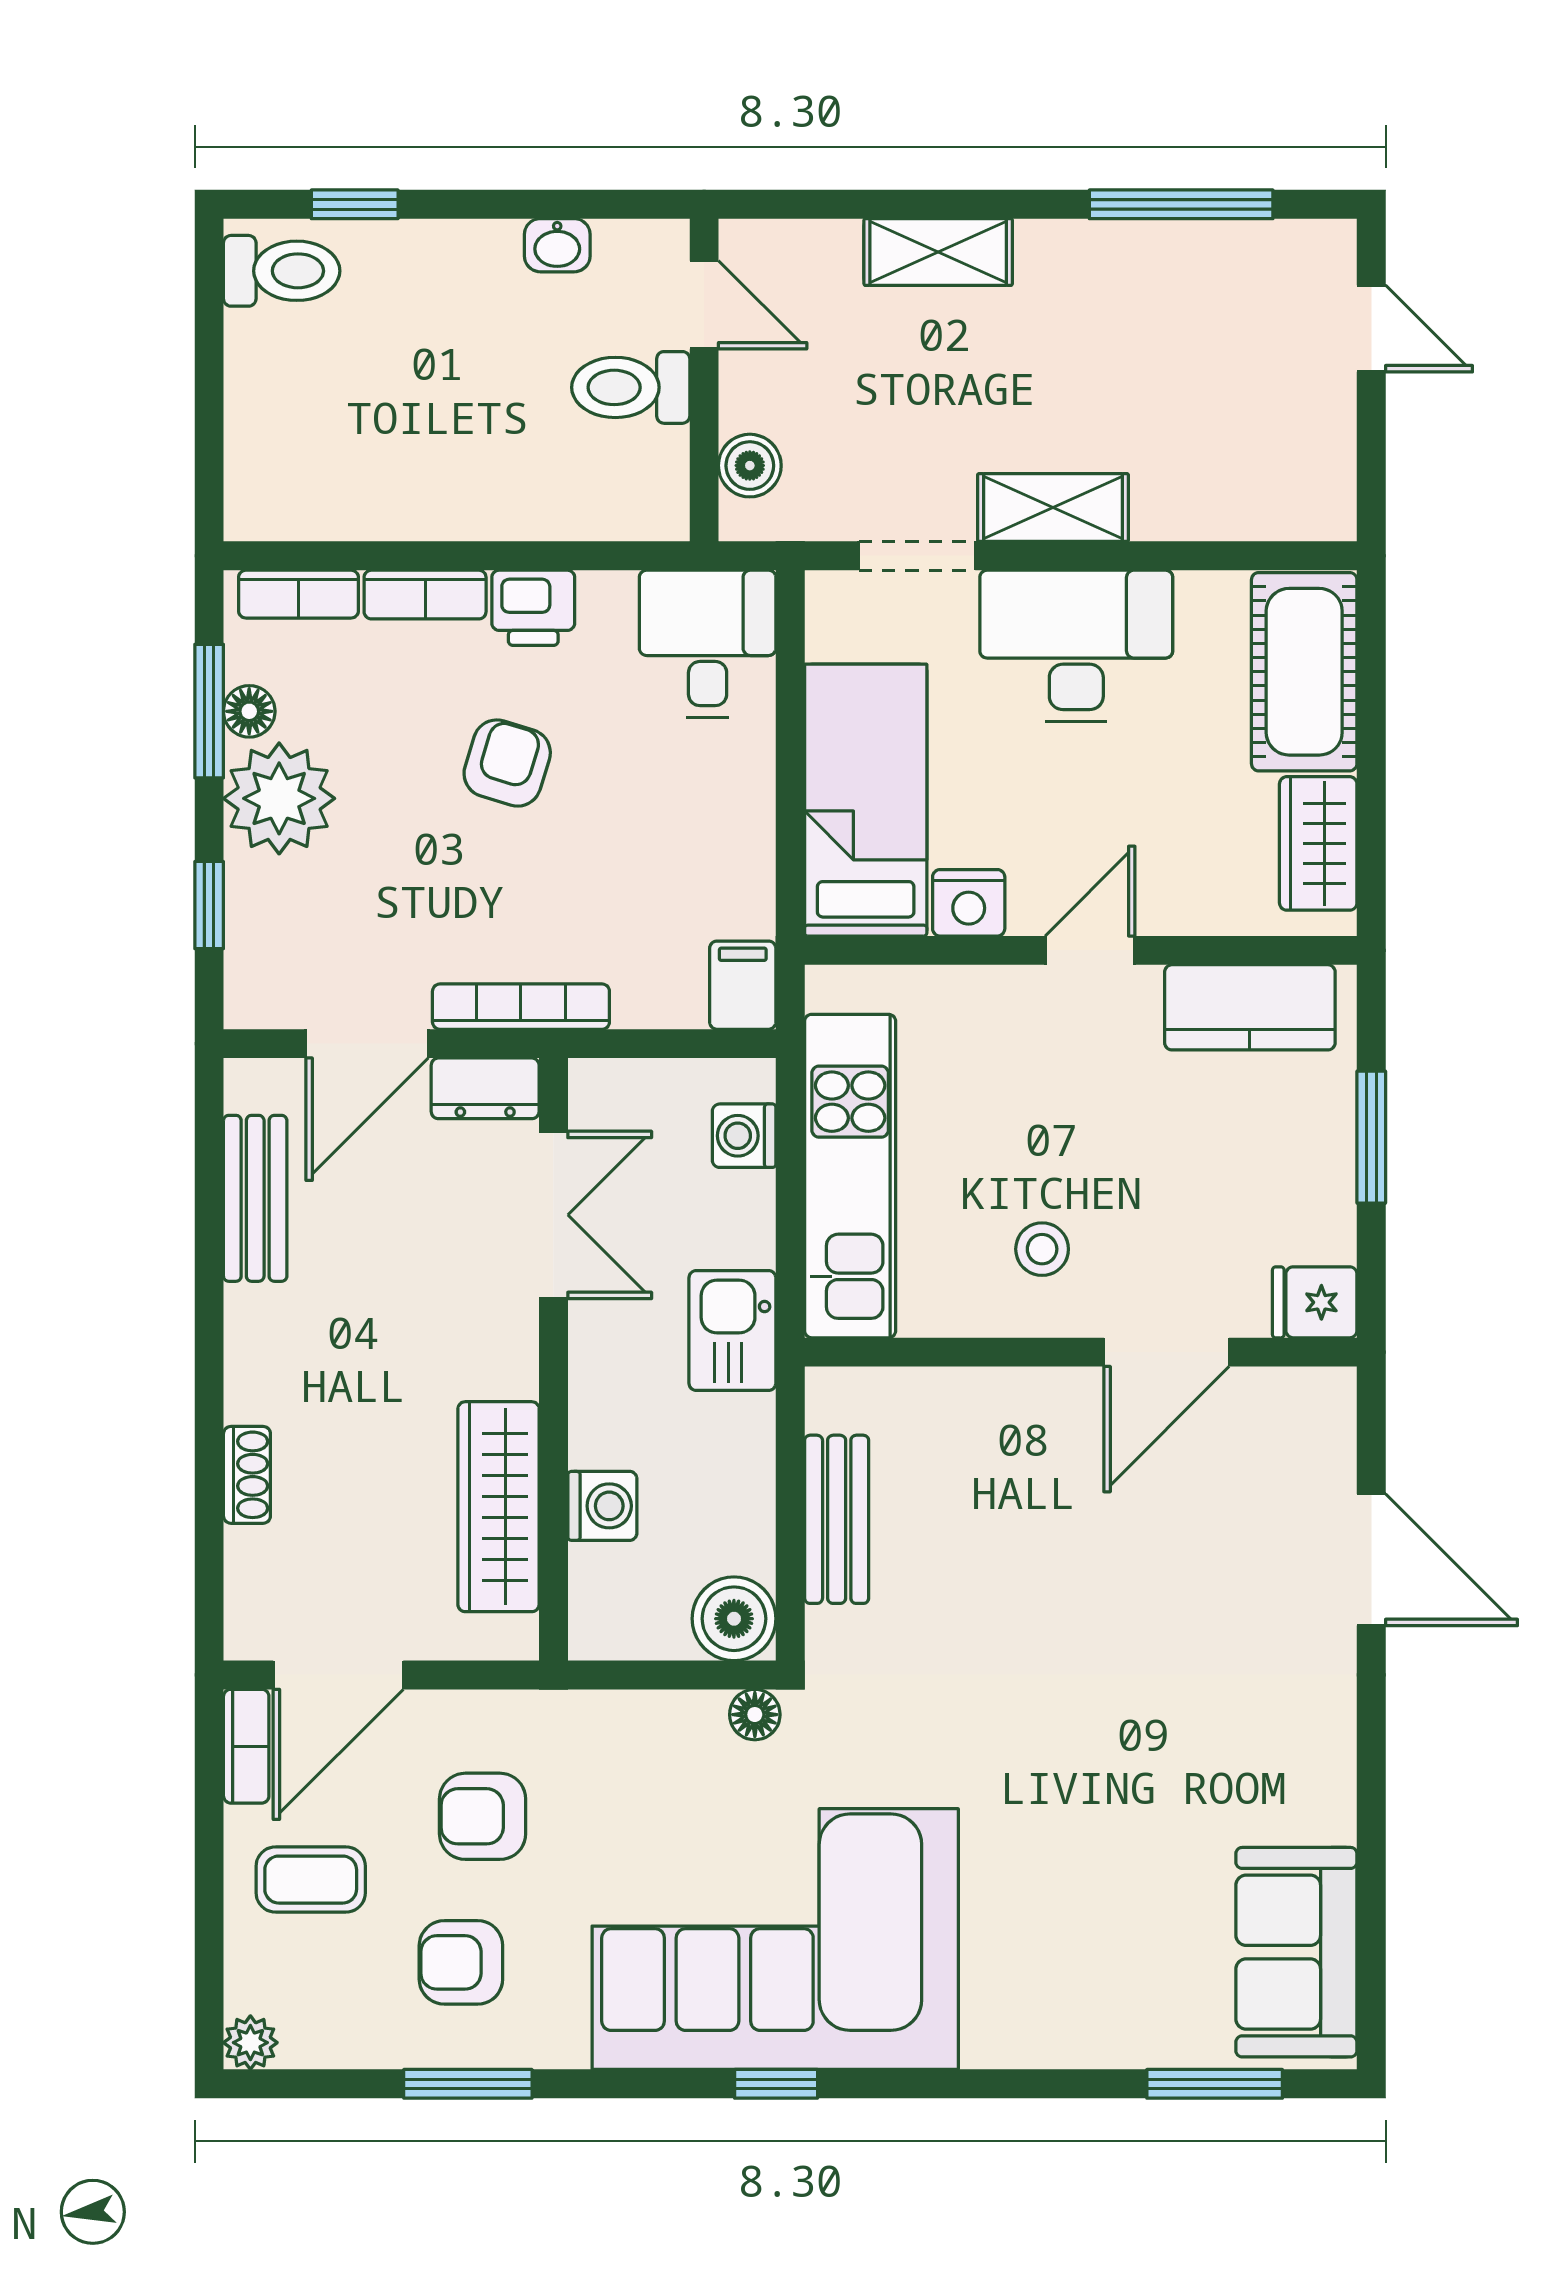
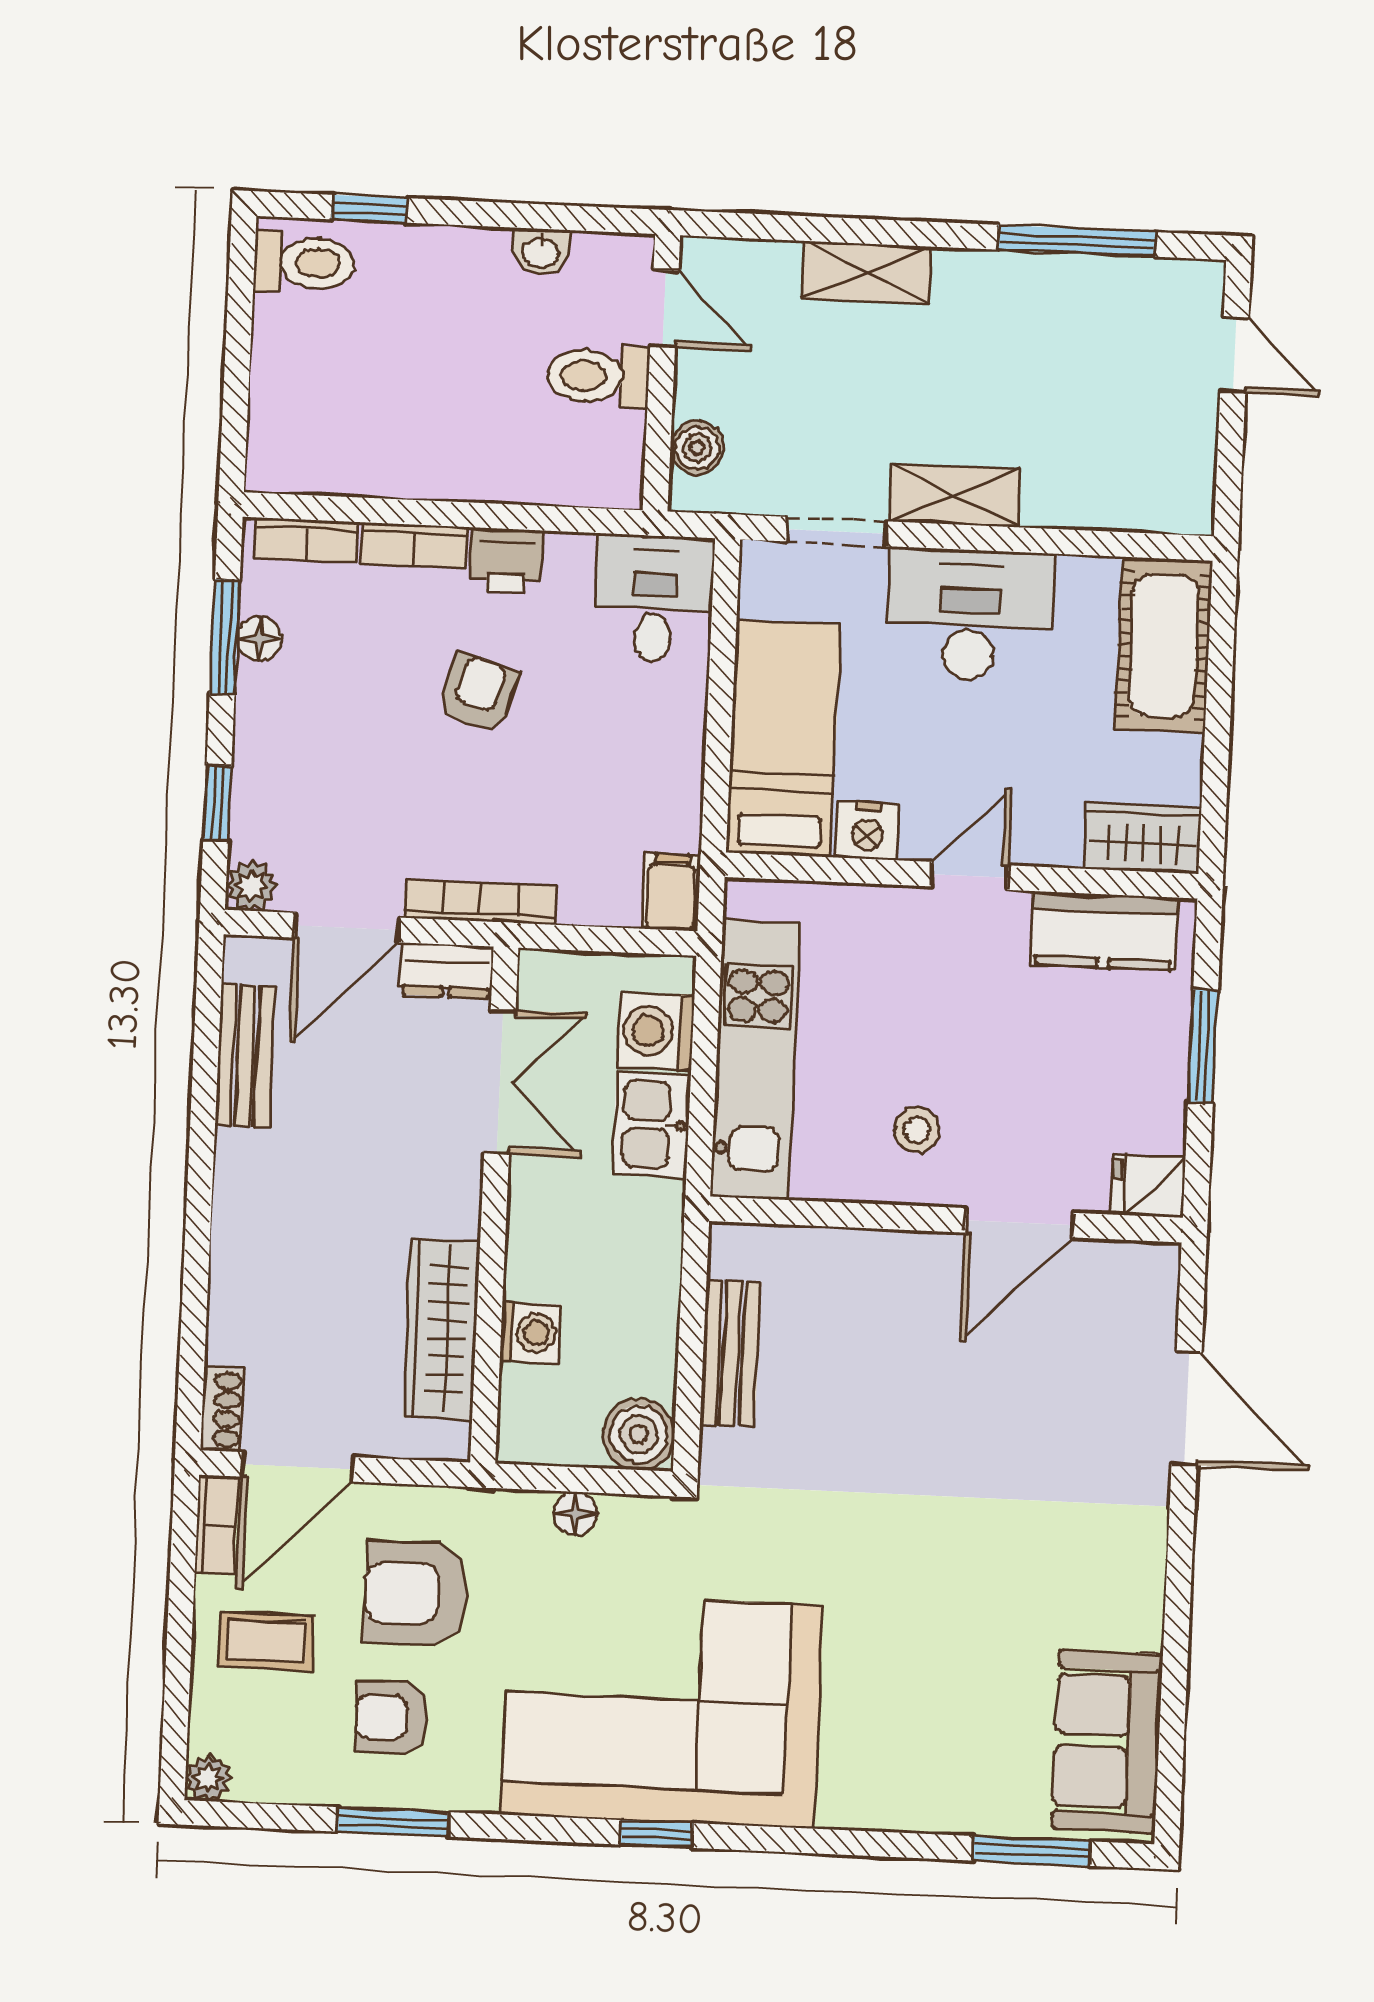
plant: (279, 798) -> (251, 886), moved, width x0.53, depth x0.53
wardrobe: (1318, 843) -> (1143, 838), moved, turned 90
washing machine: (744, 1136) -> (655, 1031), width x1.38, depth x1.38
kitchen sink: (732, 1331) -> (651, 1125), moved
shoe rack: (247, 1475) -> (222, 1410), moved
floor lamp: (755, 1715) -> (576, 1513), moved
armchair: (483, 1816) -> (416, 1594), width x1.38, depth x1.38

